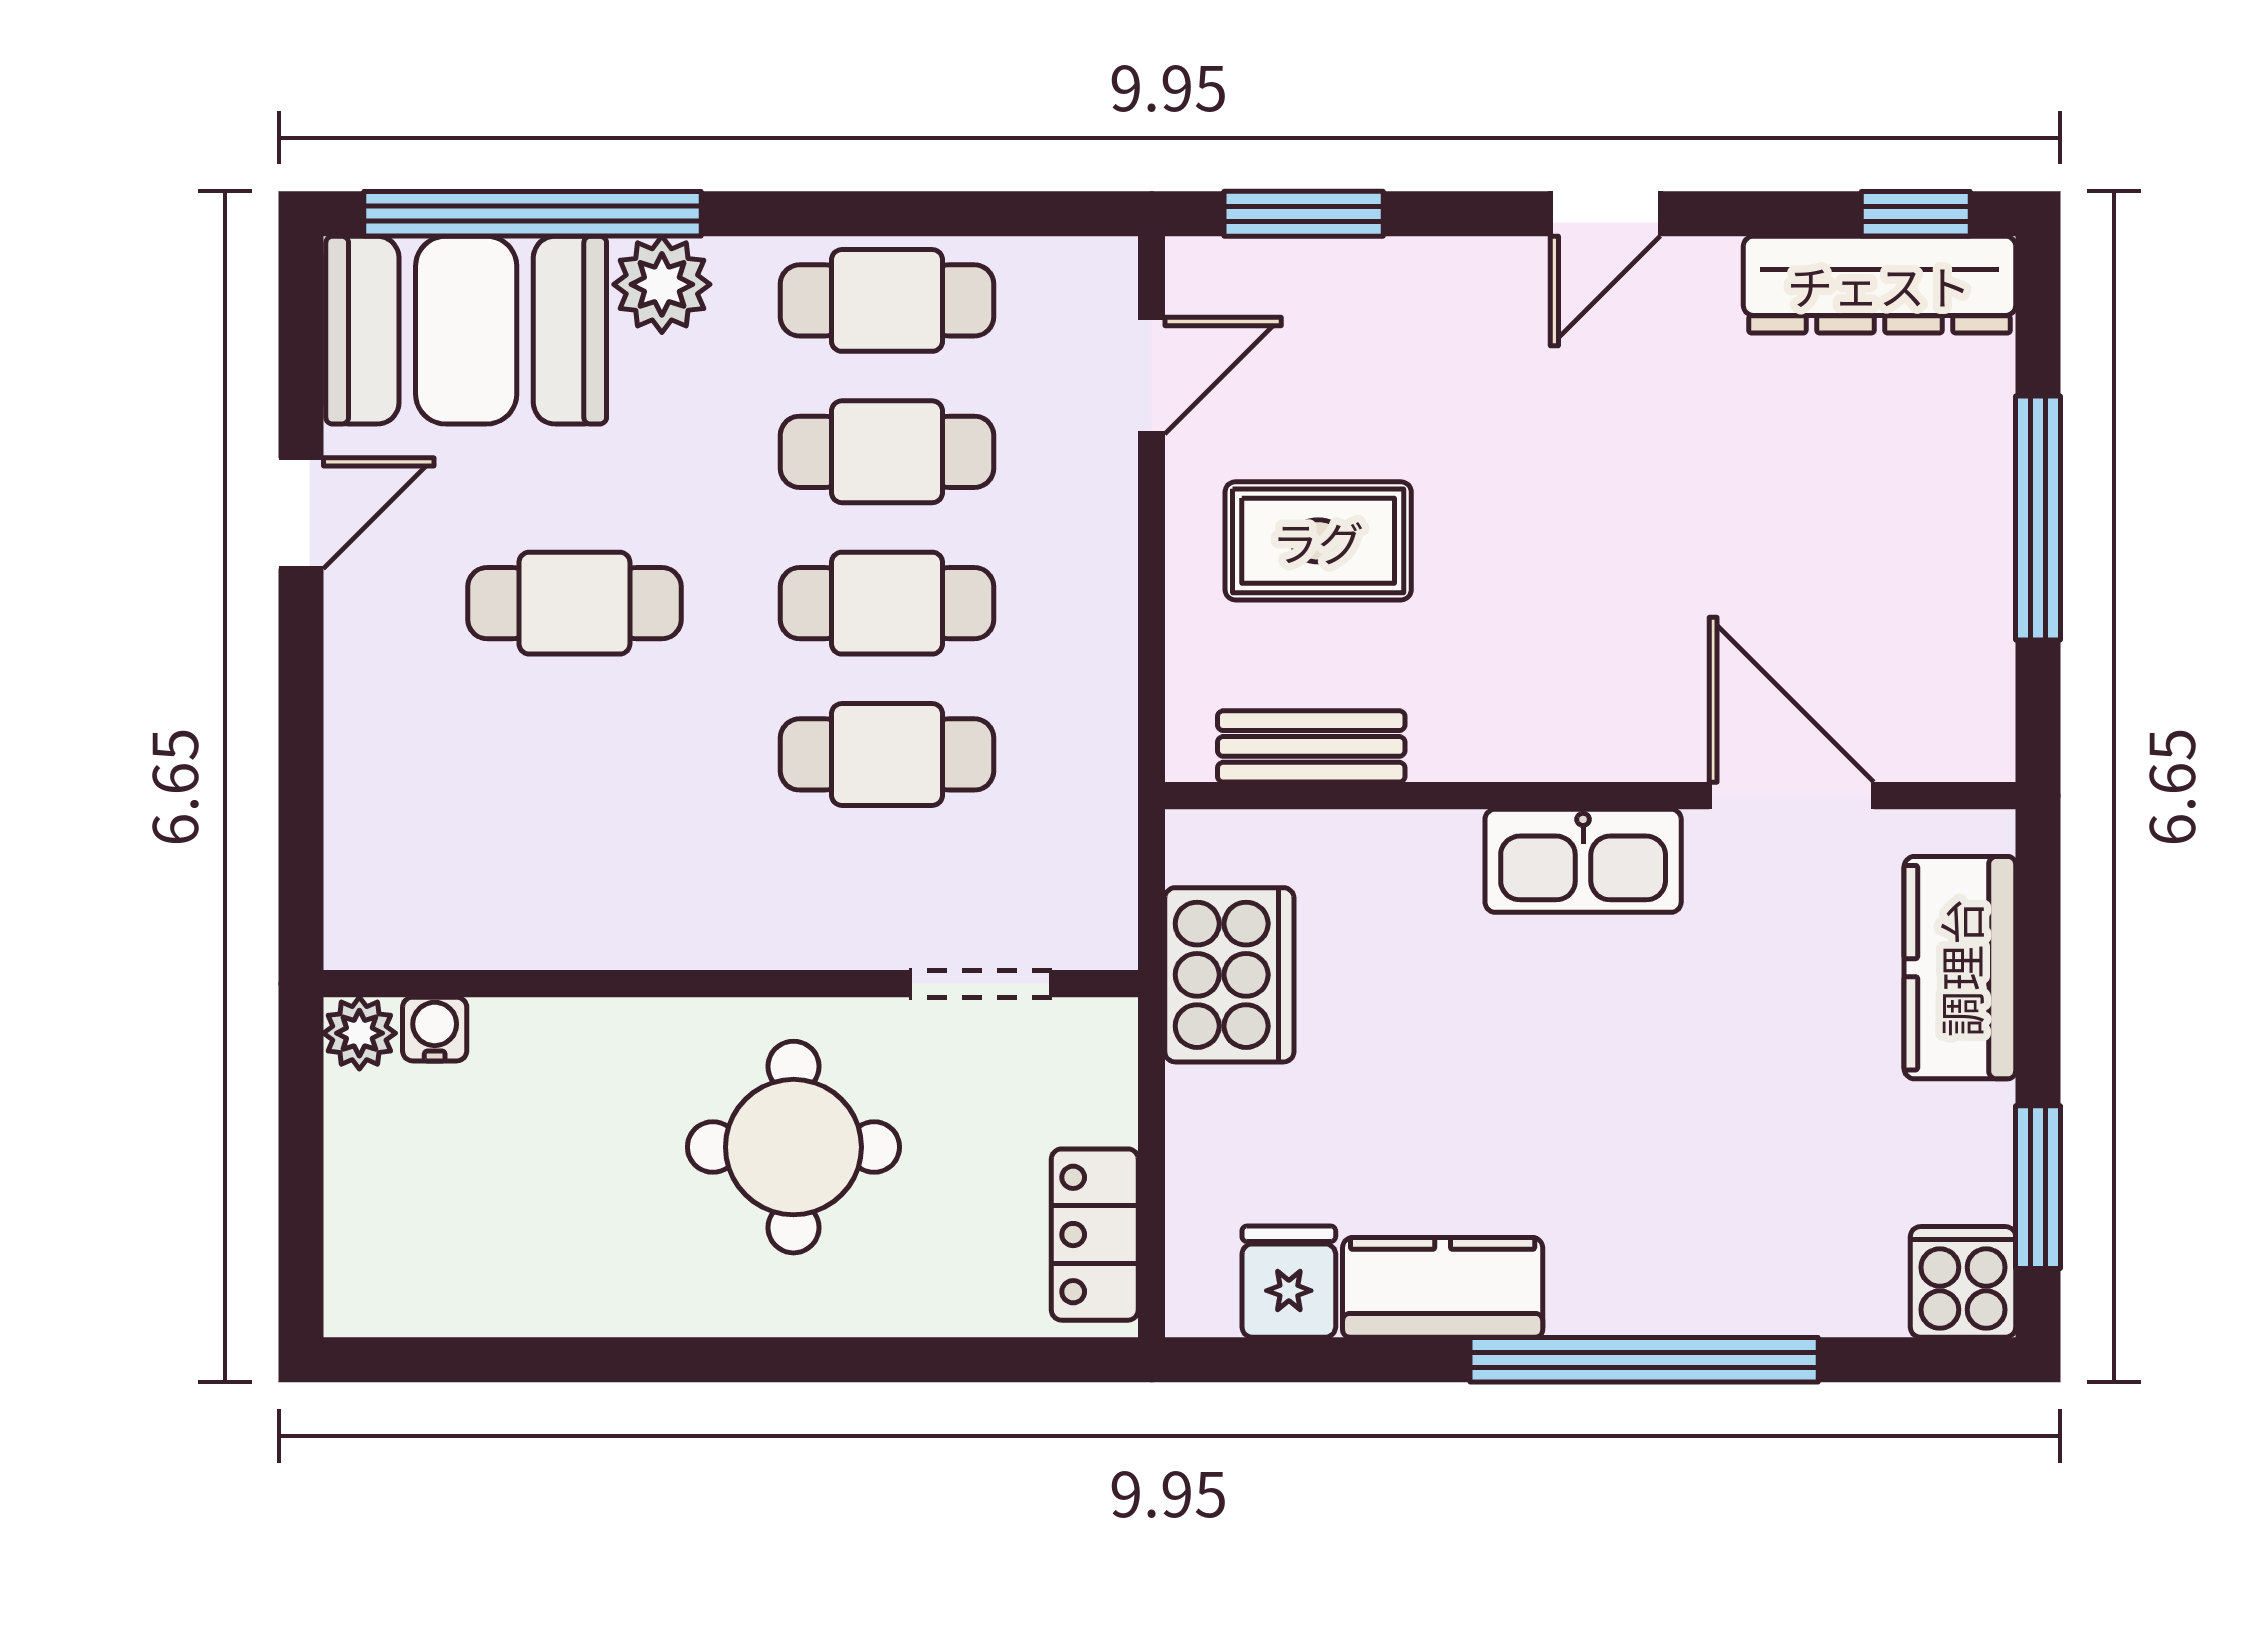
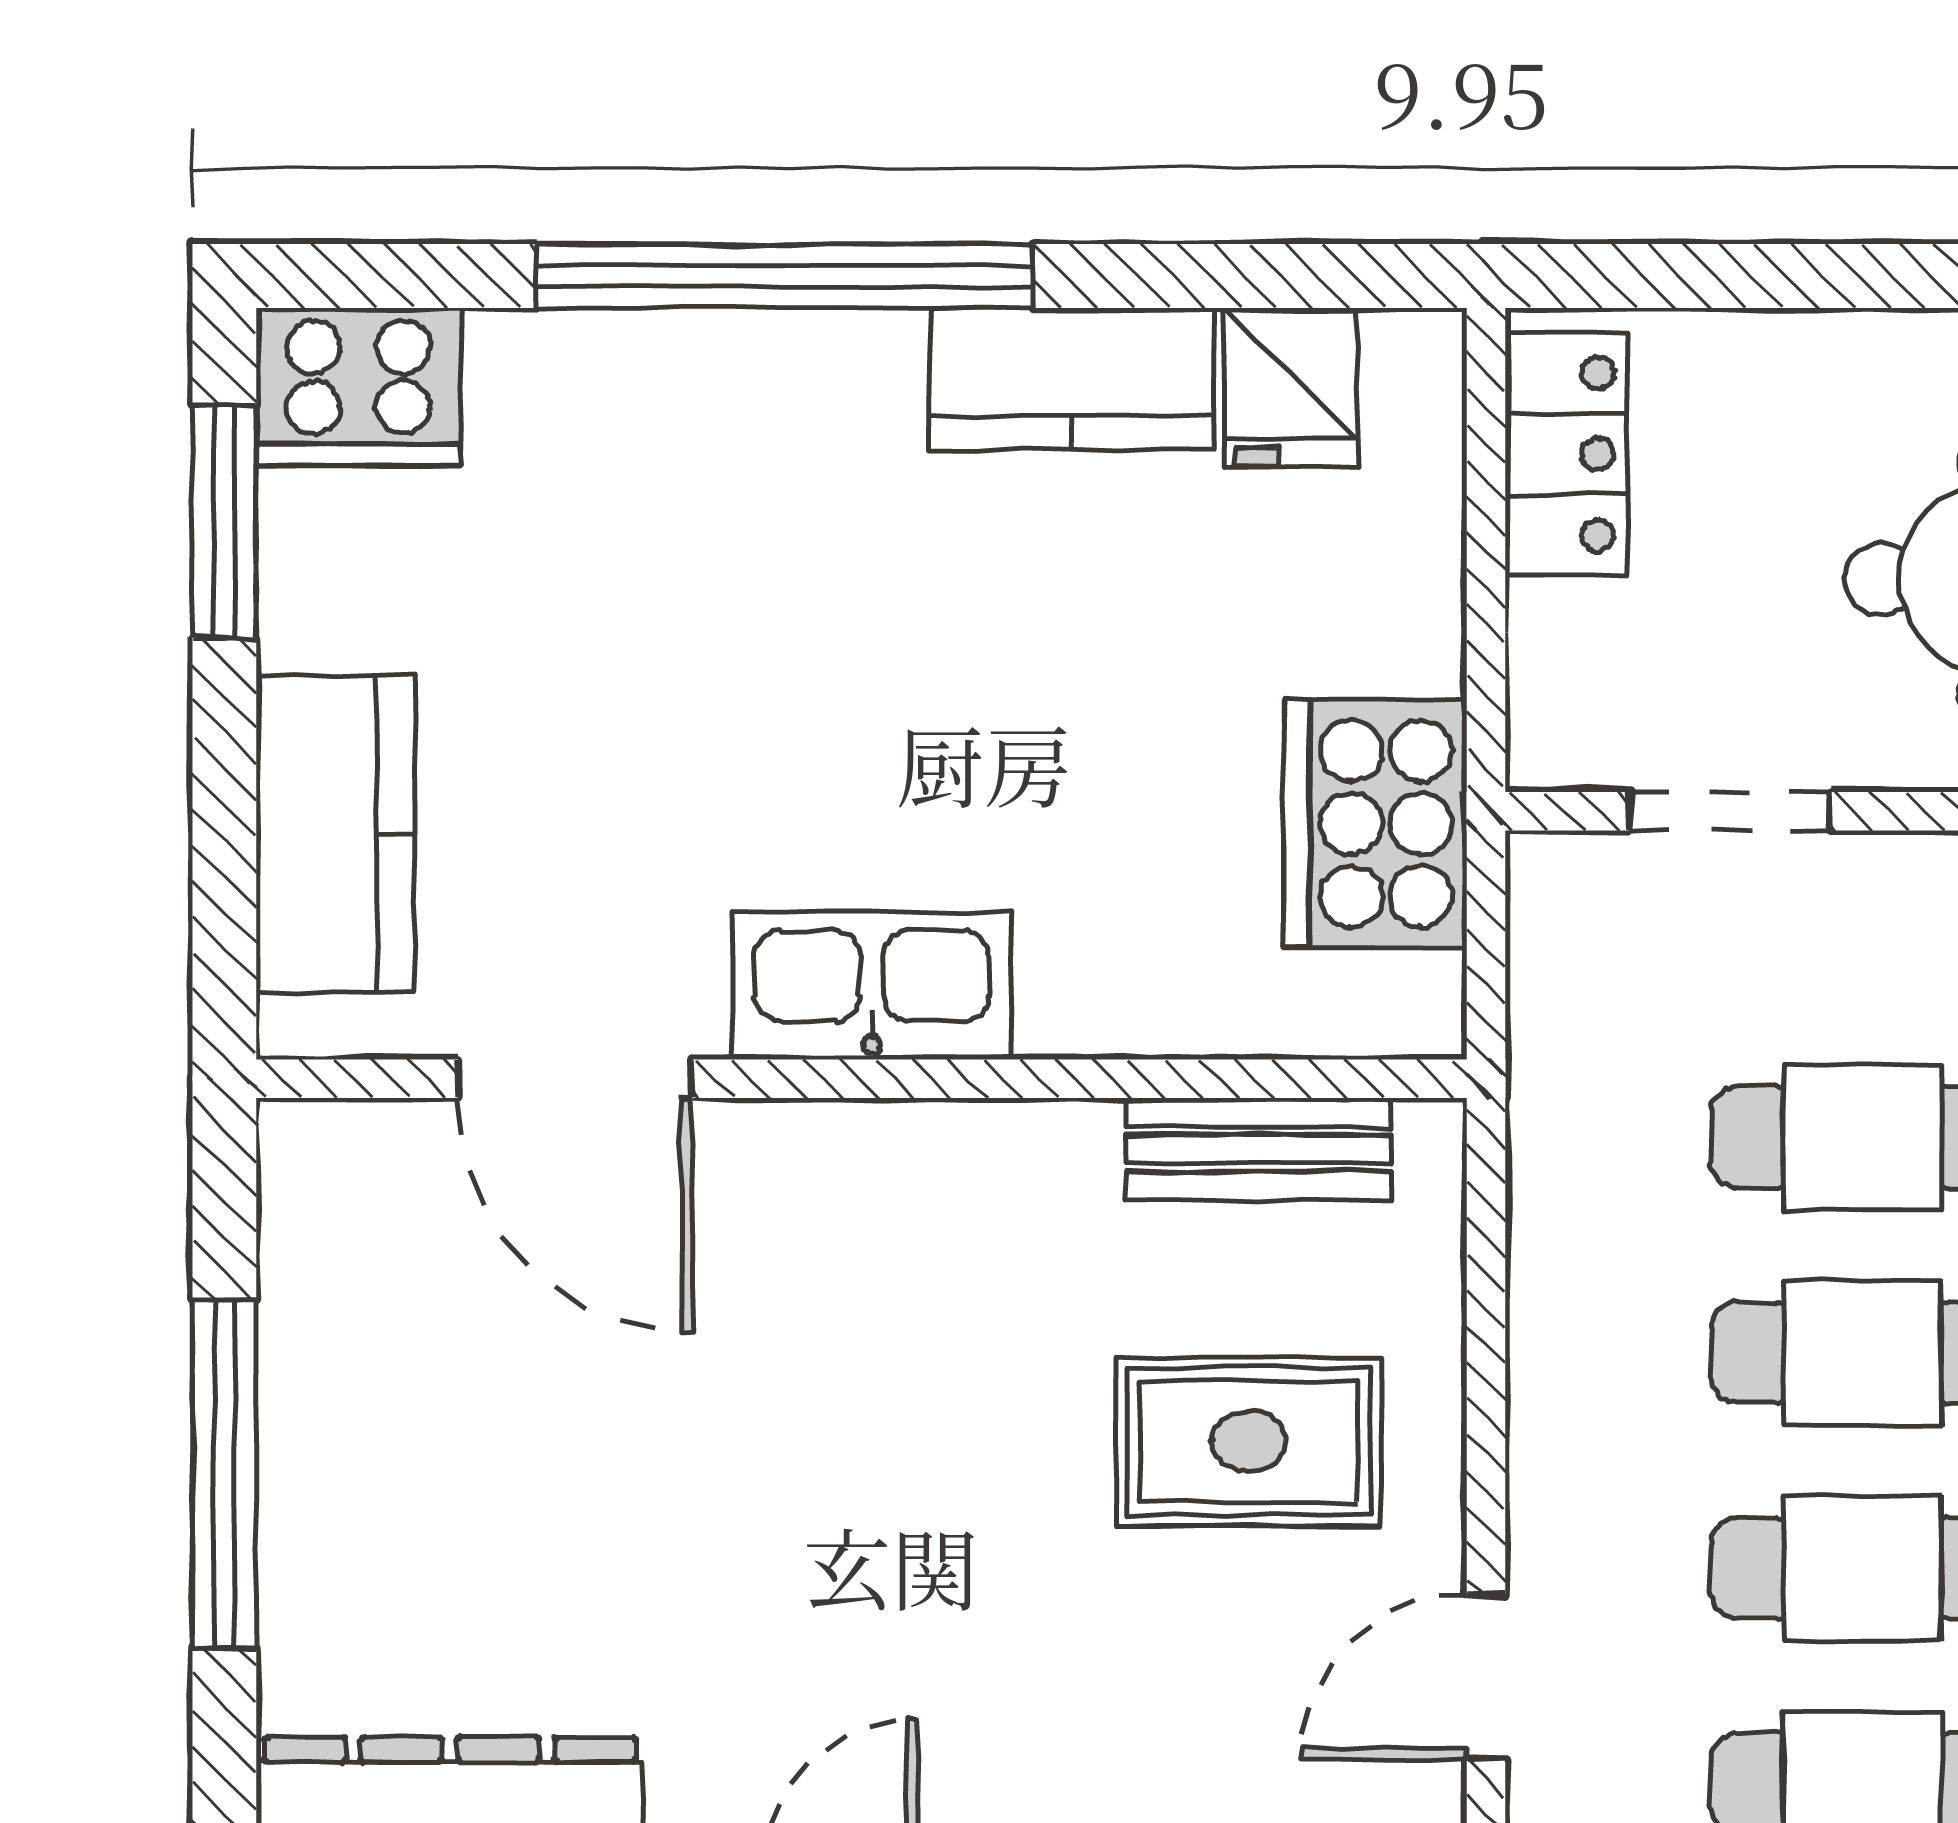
cooker: (1963, 1282) -> (358, 387), width x1.36

